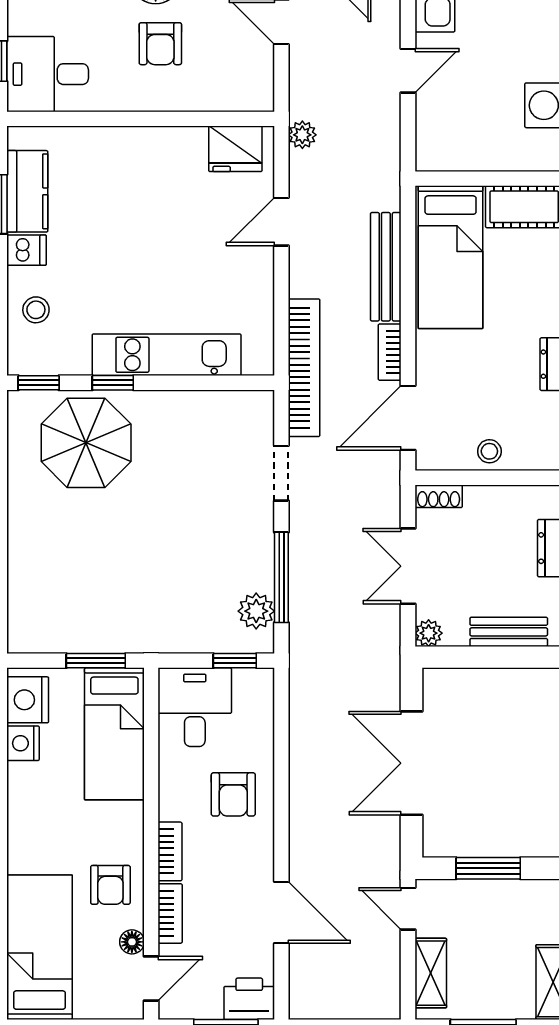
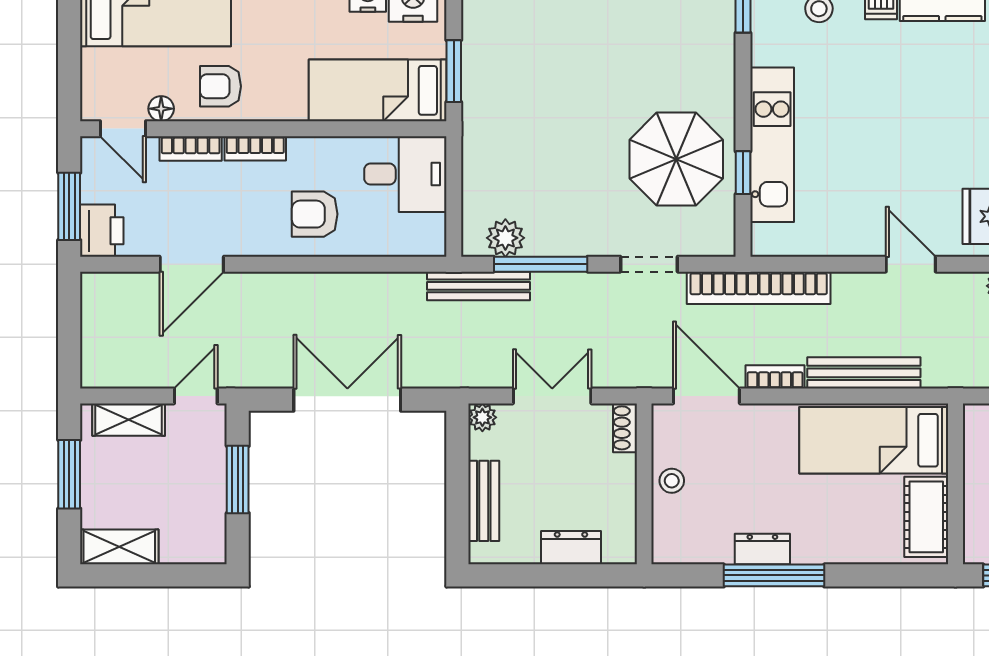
window: (113, 383) -> (743, 173), moved
parasol: (86, 443) -> (676, 159), moved
bench: (302, 637) -> (479, 286), added
window: (235, 661) -> (454, 216), removed

